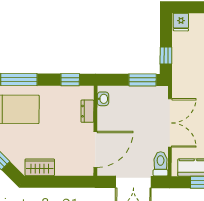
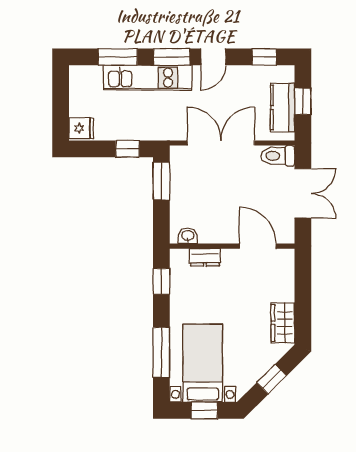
door: (95, 149) -> (258, 246), width x0.73

